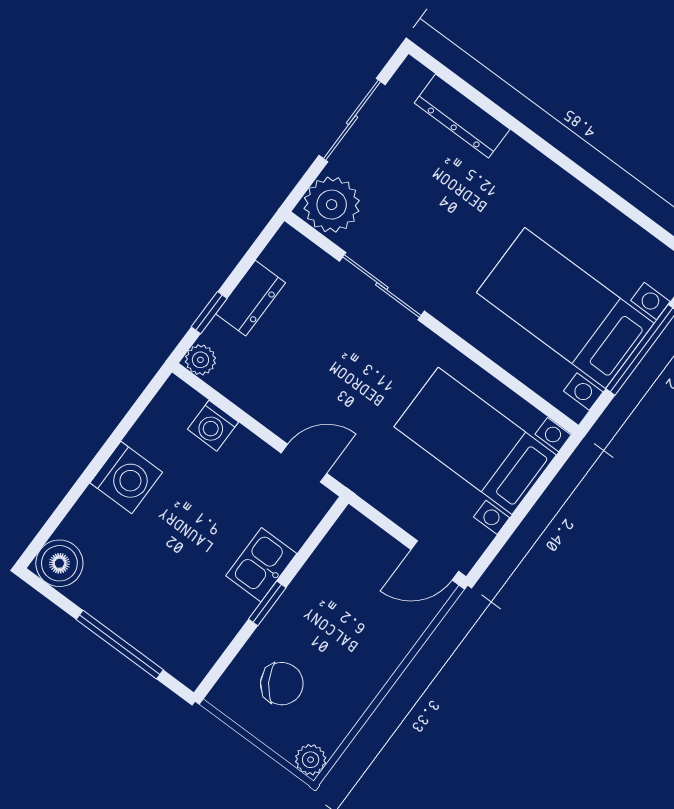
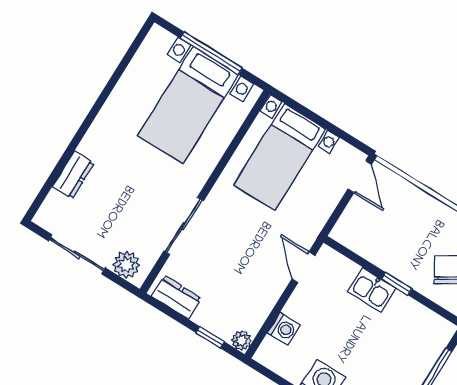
dresser: (462, 116) -> (73, 175), width x0.70
plant: (332, 205) -> (126, 265), width x0.73, depth x0.73
dresser: (251, 298) -> (176, 297), moved

